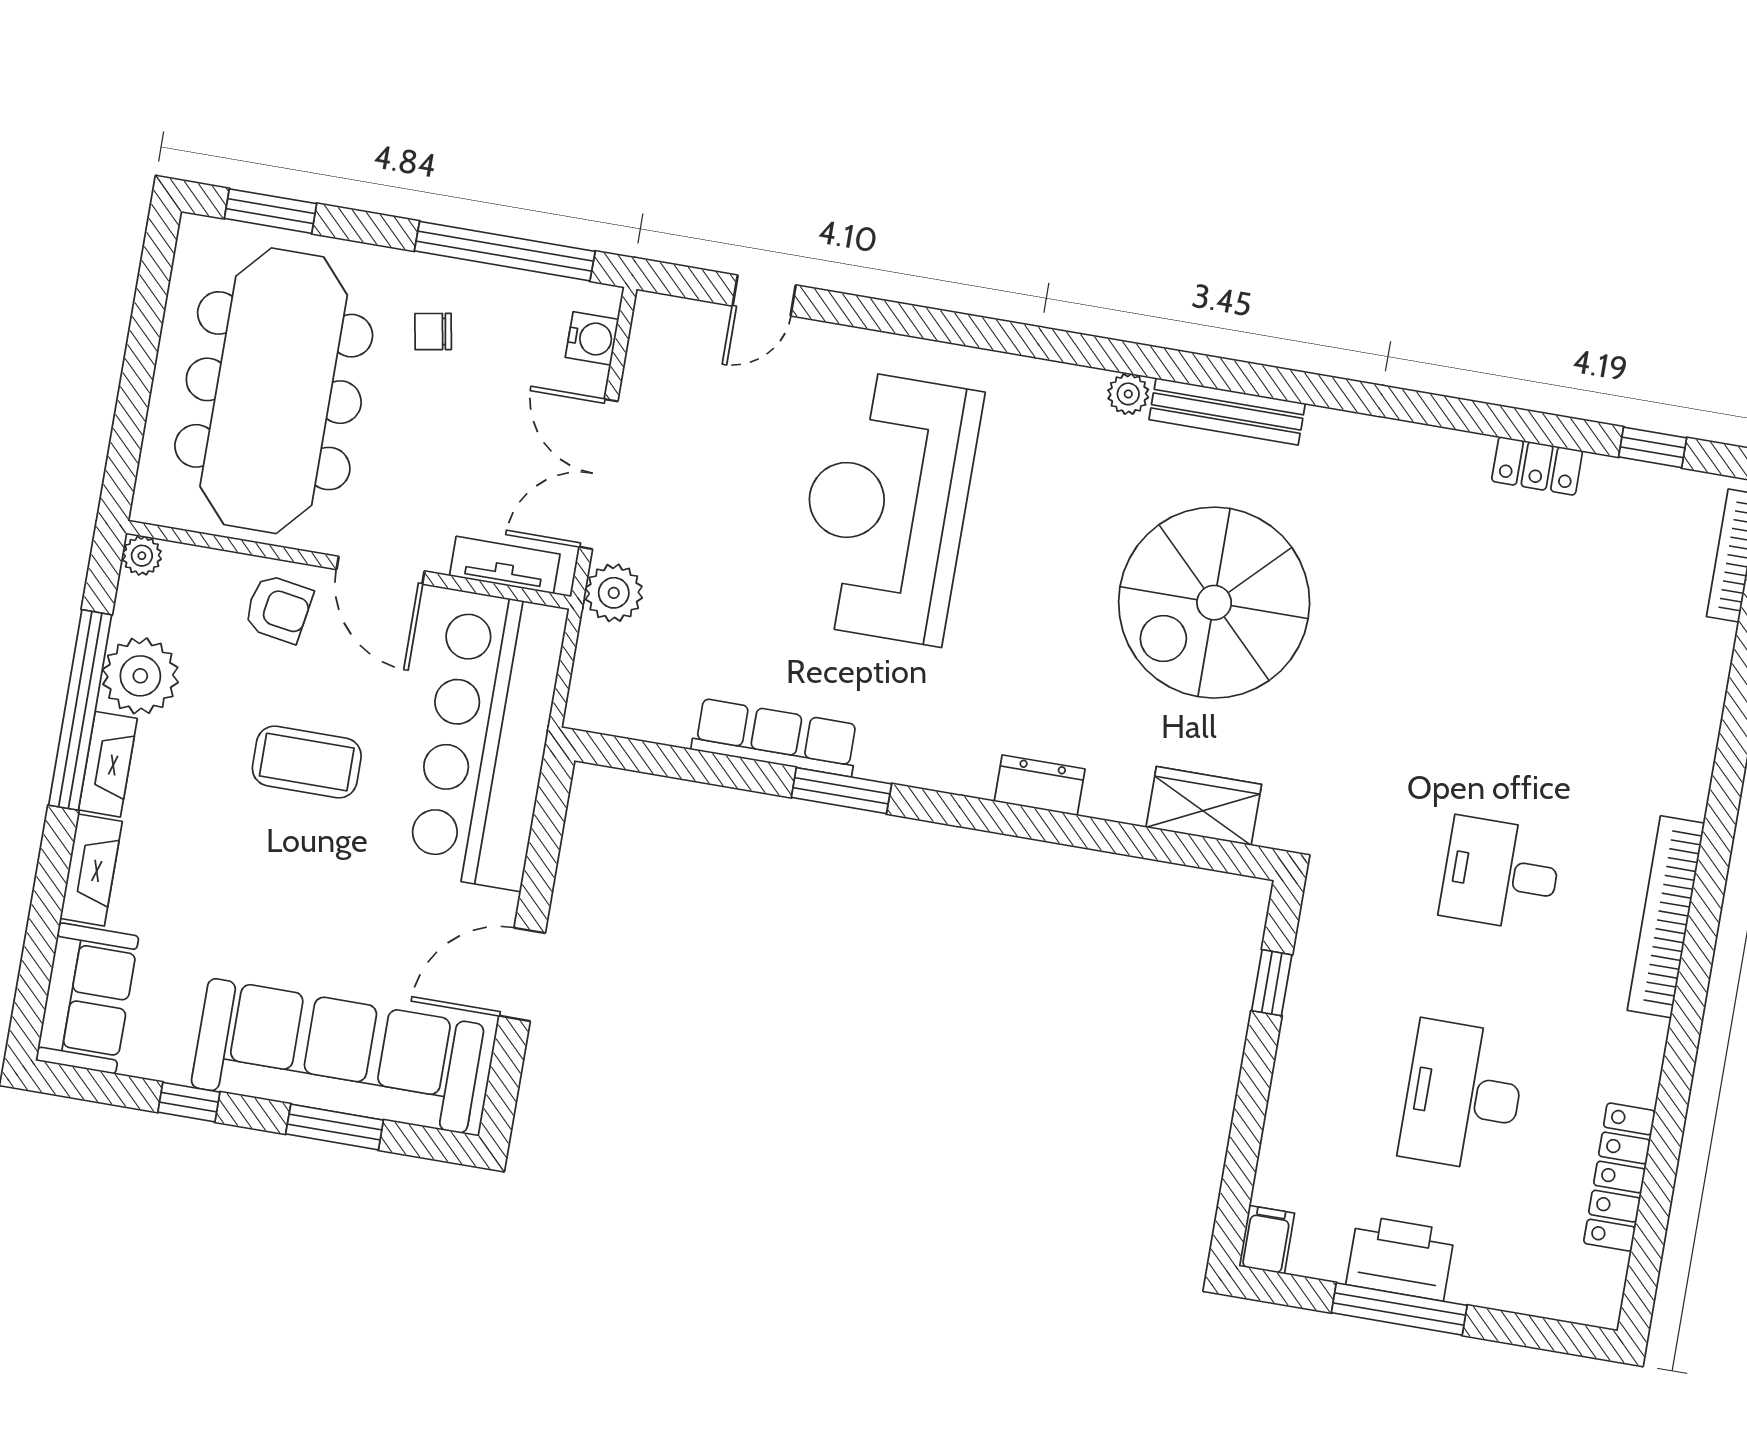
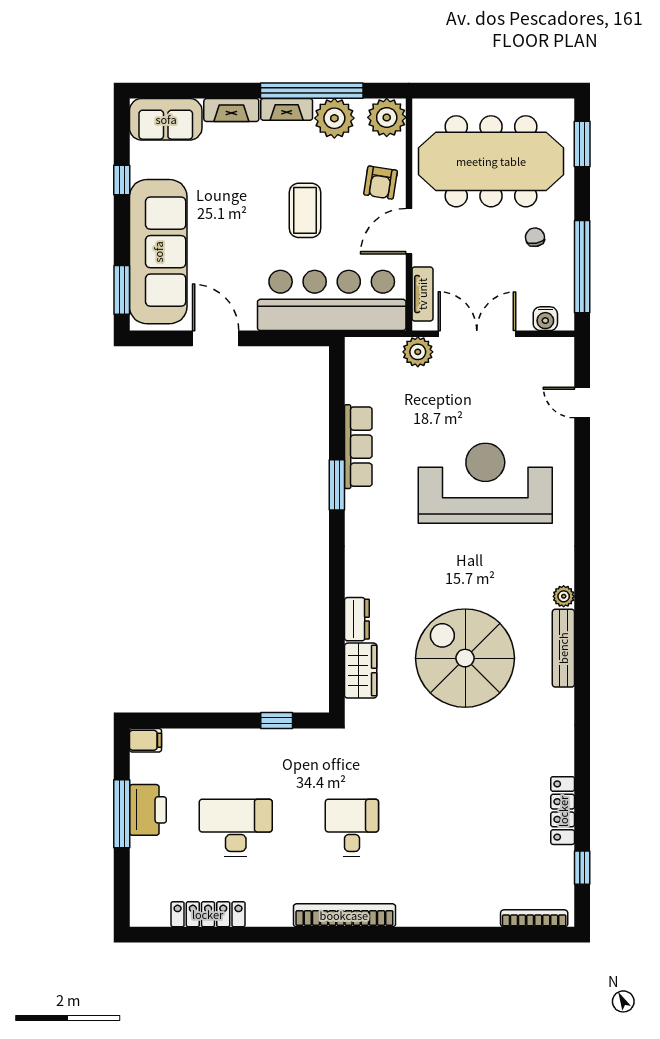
locker: (1537, 466) -> (563, 811), width x1.53
plant: (142, 556) -> (387, 117), width x1.87, depth x1.87
dresser: (1040, 785) -> (357, 619), moved
window: (335, 1127) -> (122, 290), moved

